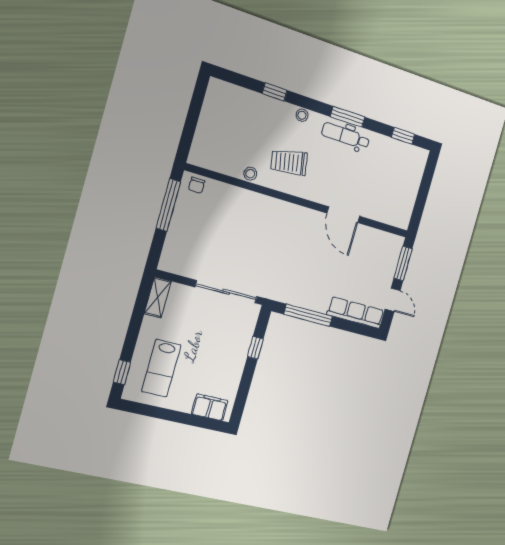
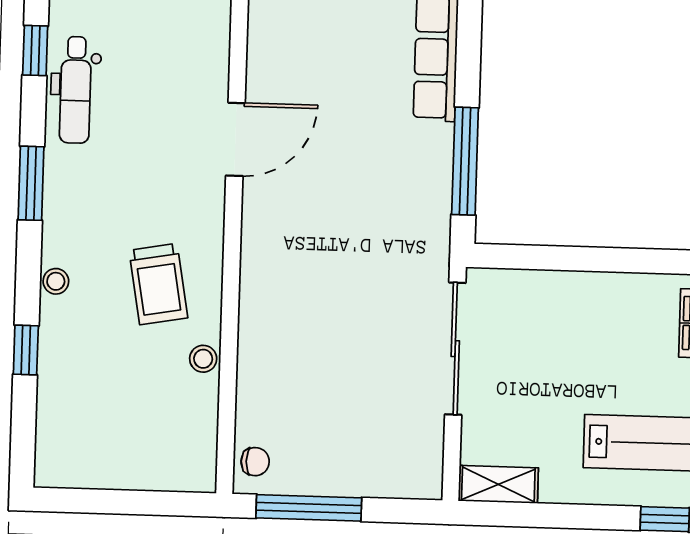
dental chair: (346, 136) -> (75, 90), moved
window: (255, 348) -> (558, 258), removed

